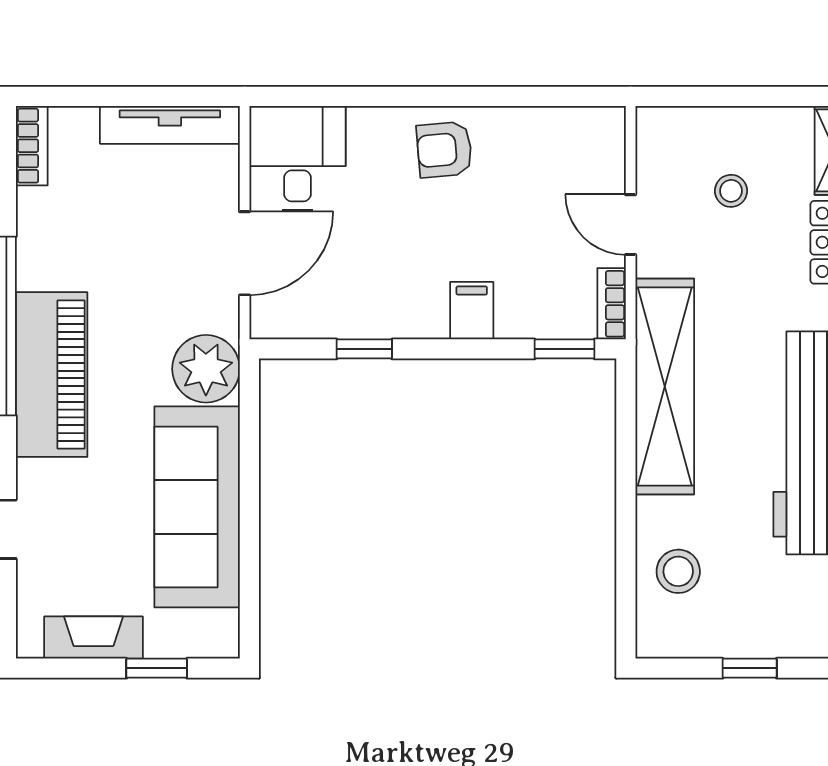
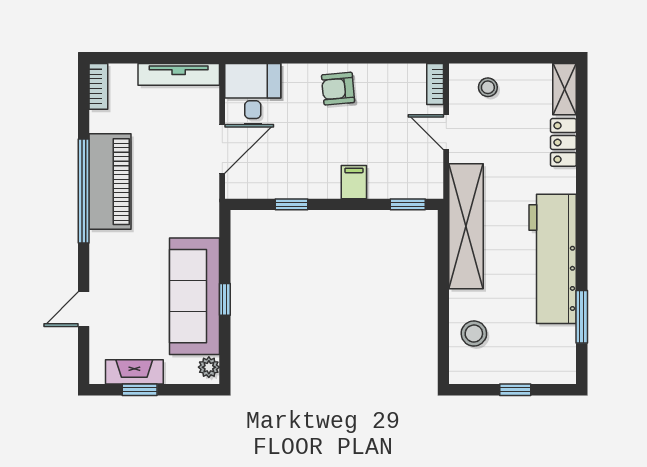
stool: (731, 191) -> (488, 87), moved
bookcase: (612, 304) -> (435, 84), moved
plant: (206, 369) -> (209, 367), moved, width x0.53, depth x0.53
piano: (52, 375) -> (110, 182), moved
window: (249, 513) -> (225, 299), added
window: (157, 668) -> (140, 390), moved

